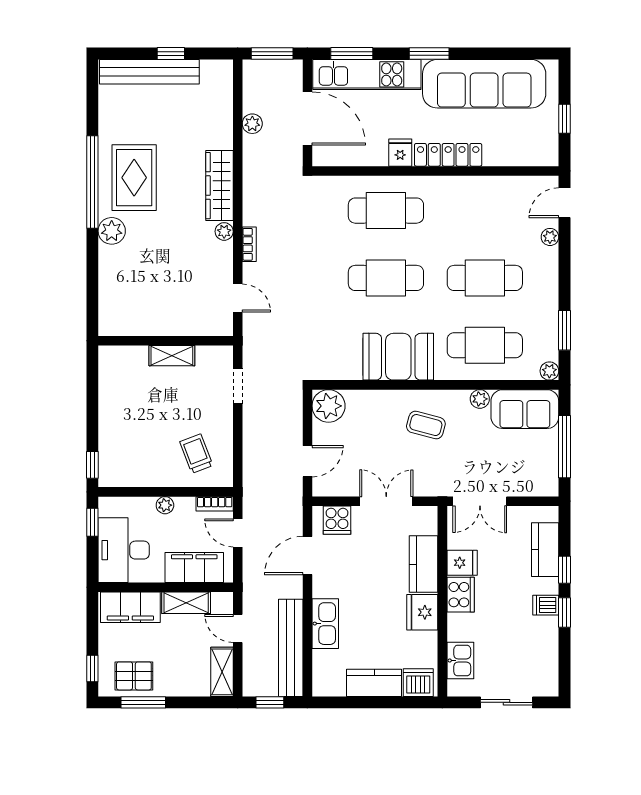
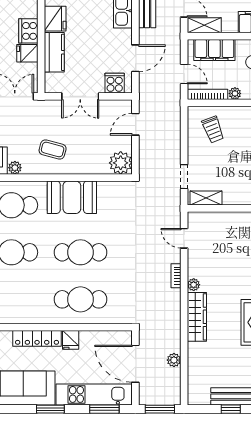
shelving: (172, 356) -> (206, 198), moved
bookcase: (215, 504) -> (207, 94), width x1.56
shelving: (186, 603) -> (204, 25), moved

